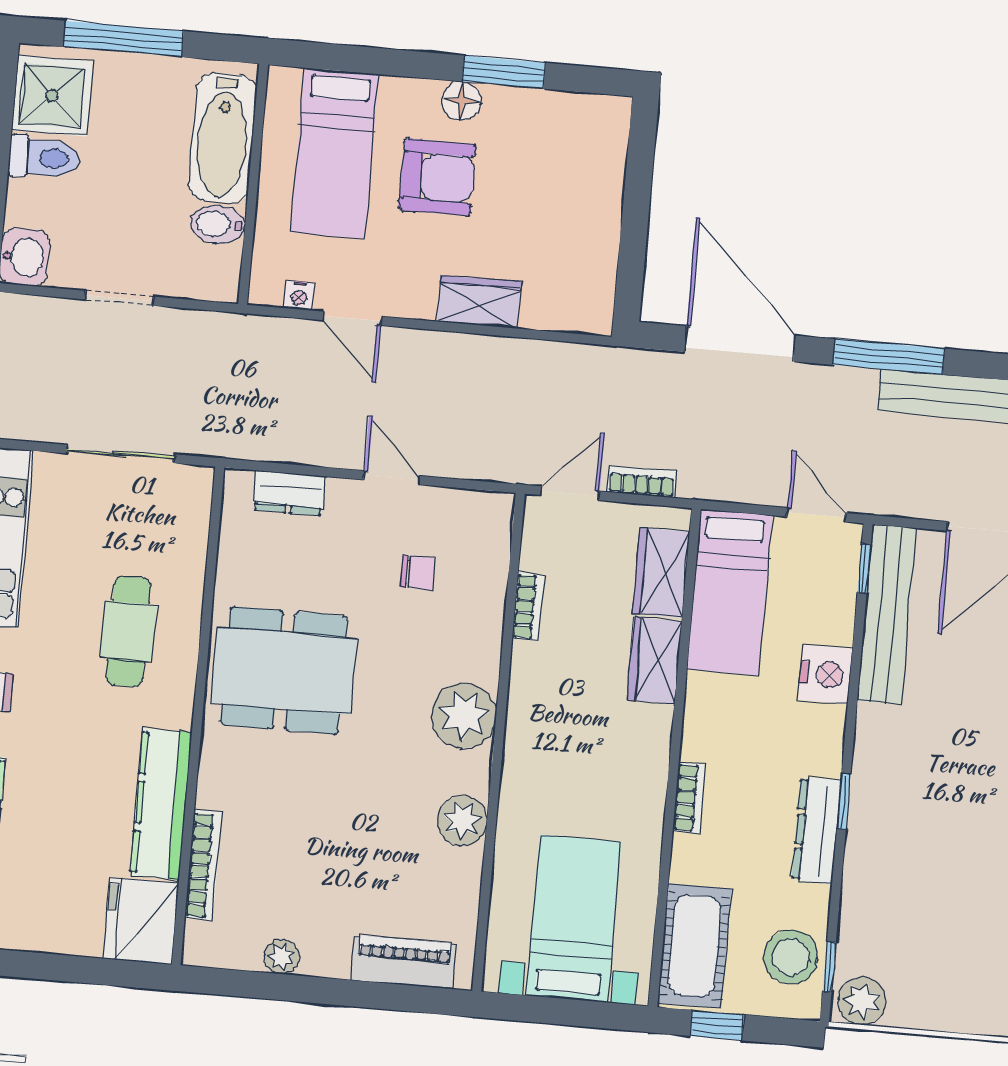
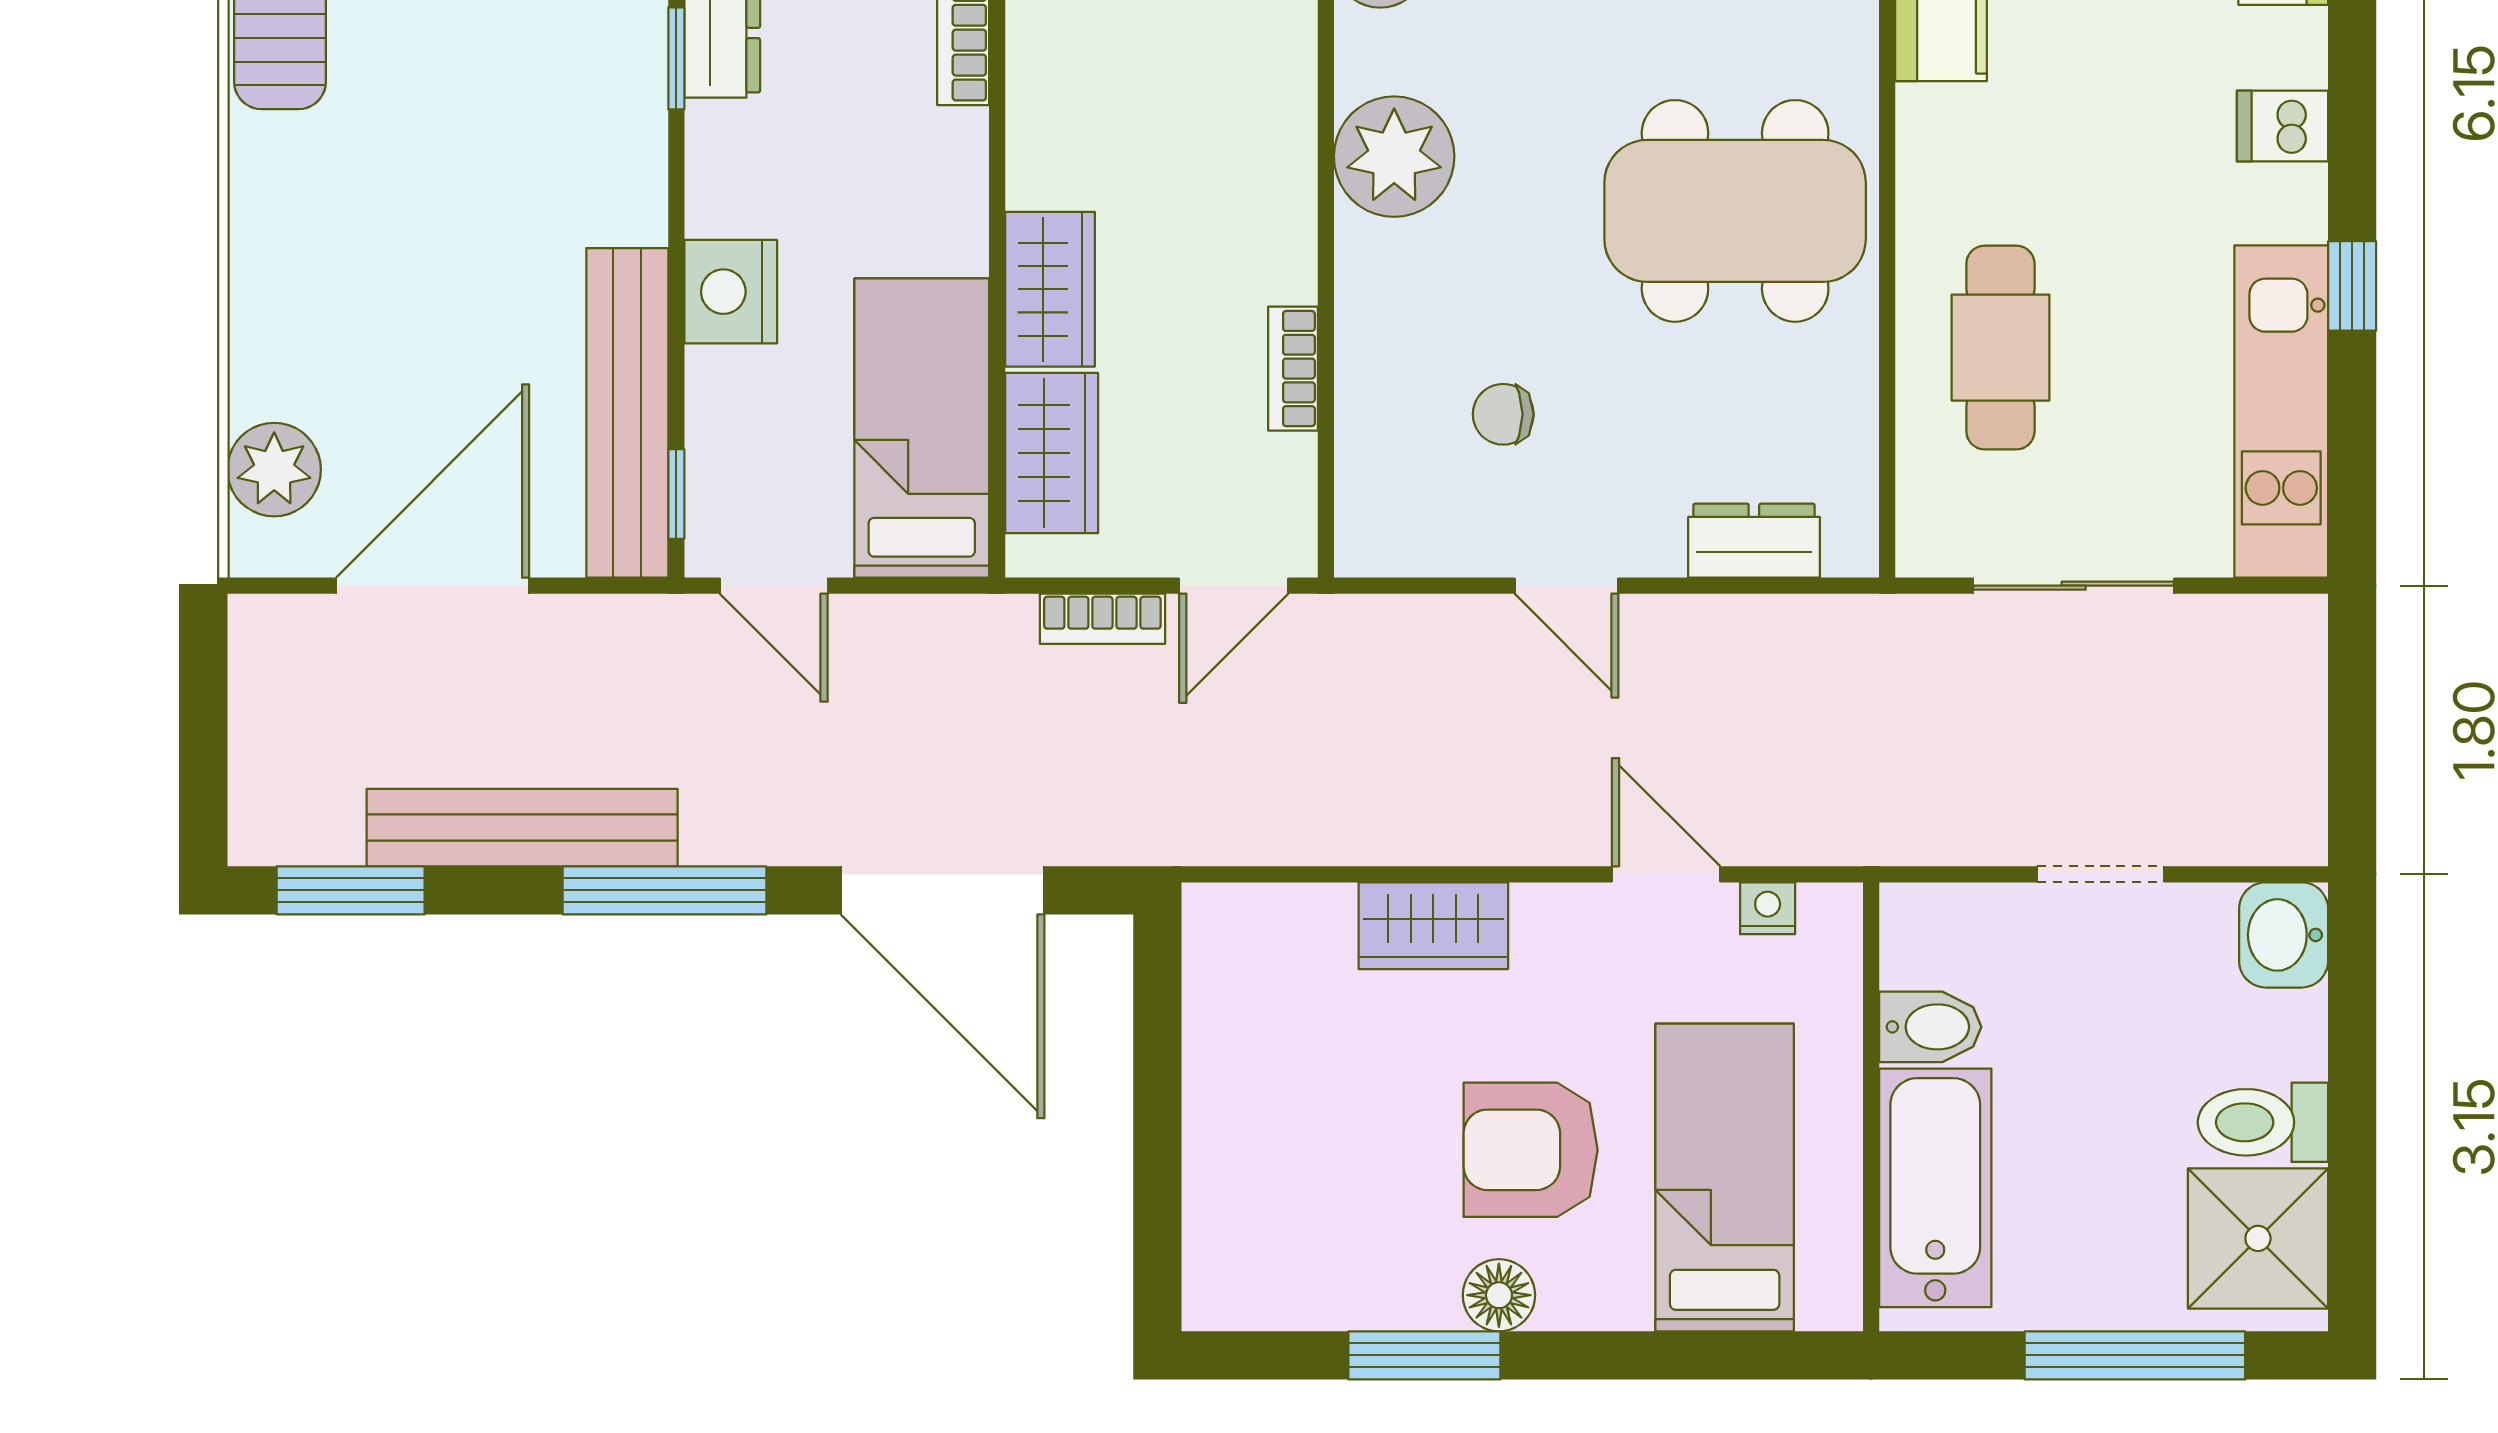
cafe table: (128, 631) -> (2000, 348), moved

